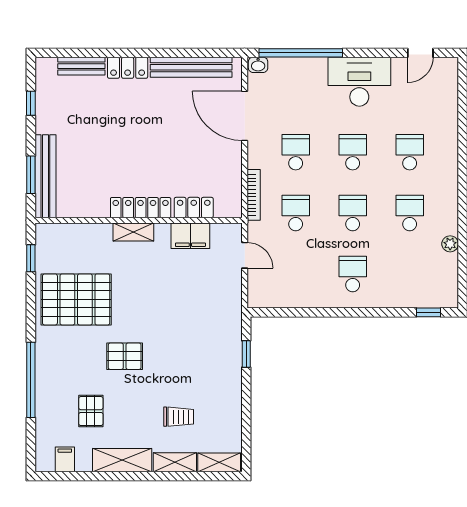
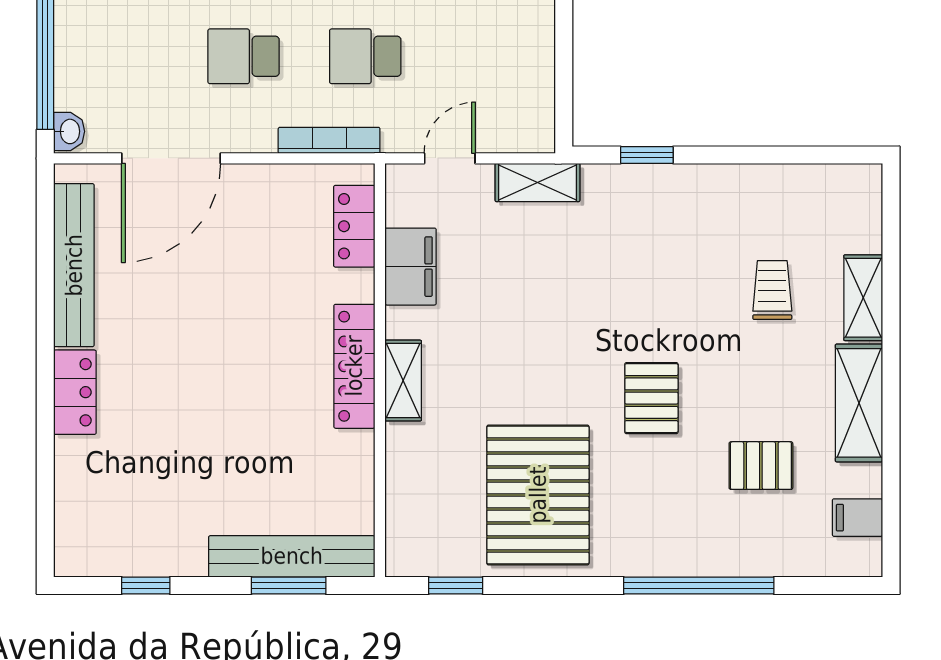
bench: (81, 66) -> (71, 485), removed
locker: (194, 208) -> (354, 226), moved
shelving: (219, 462) -> (538, 182), moved, turned 90

